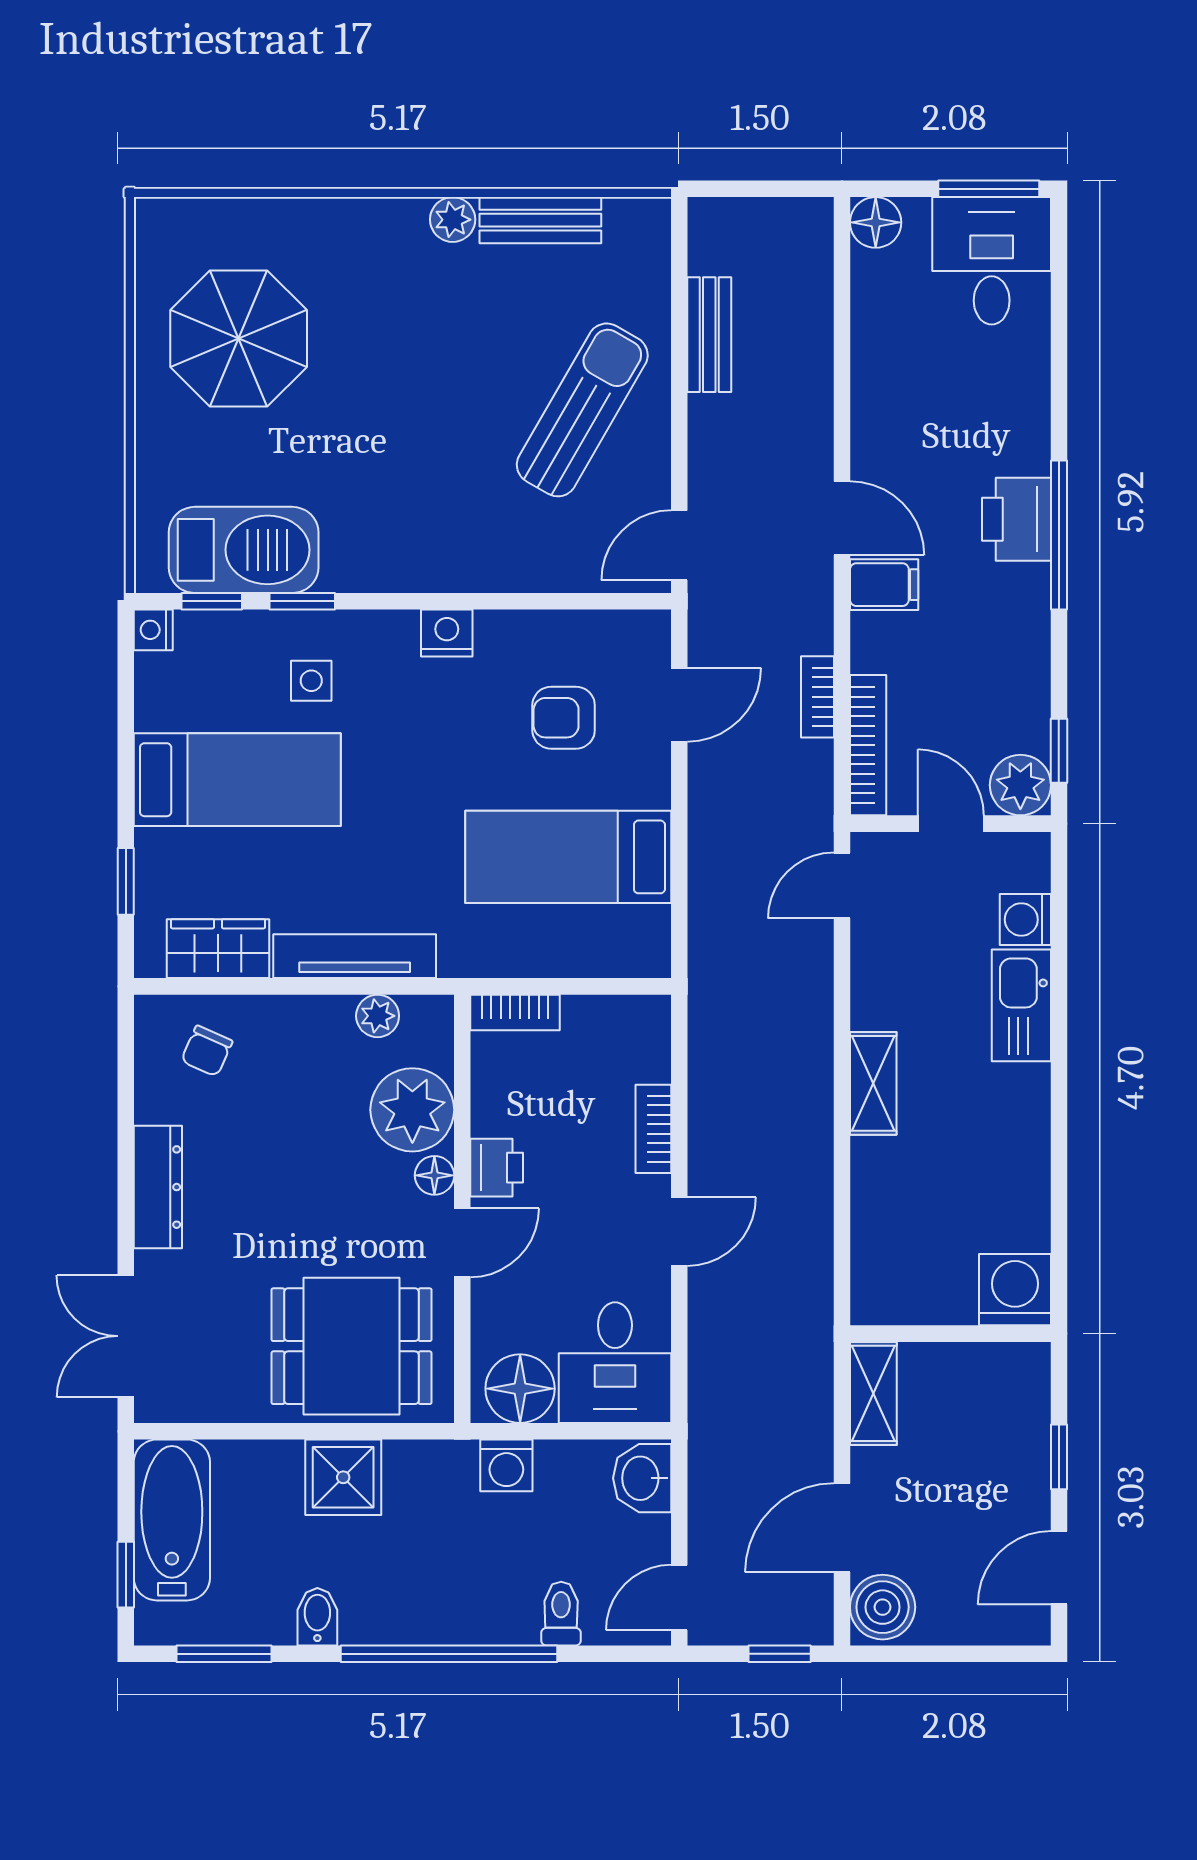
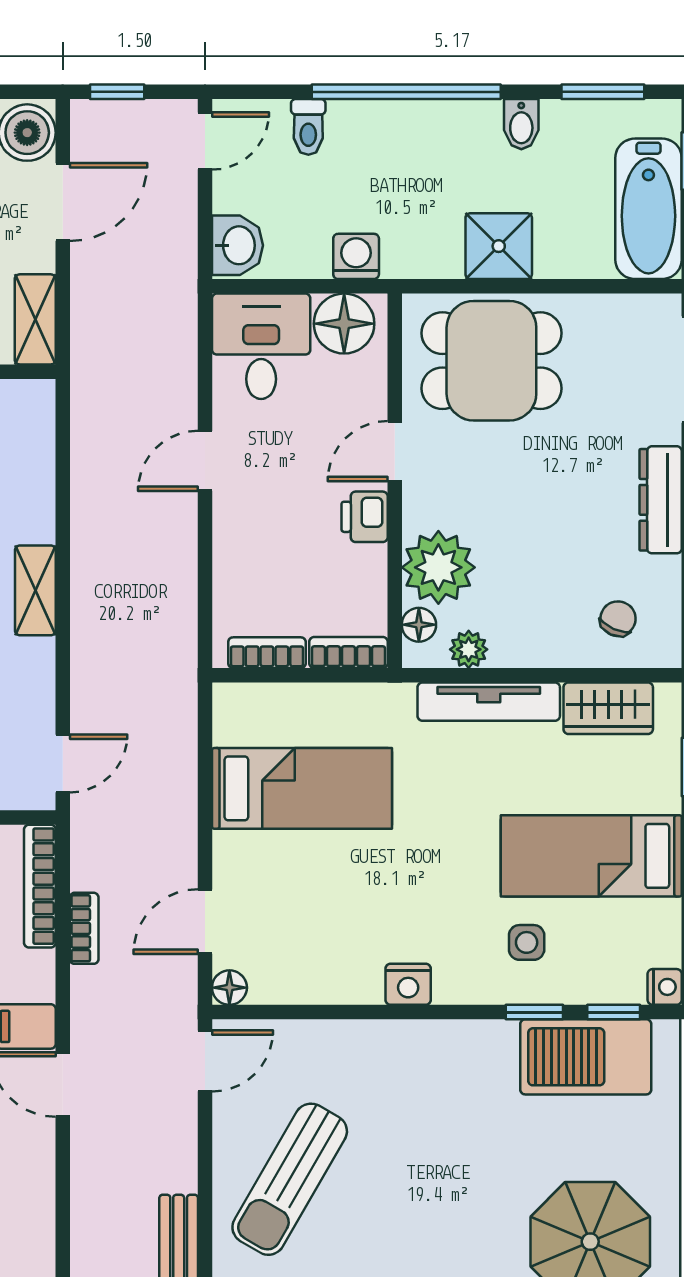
floor lamp: (651, 629) -> (229, 988), added
armchair: (564, 718) -> (306, 910), removed
bookcase: (653, 1129) -> (267, 653), moved, turned -90
floor lamp: (434, 1175) -> (419, 625), moved

